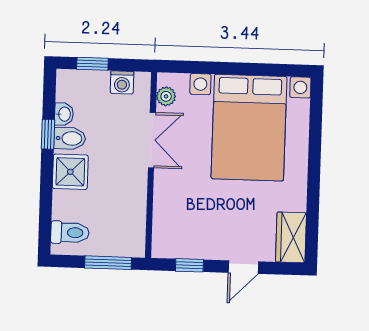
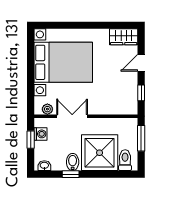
window: (92, 64) -> (31, 140), moved
washbasin: (64, 114) -> (44, 166), moved
shower: (70, 172) -> (100, 153), width x1.86, depth x1.86
door: (243, 267) -> (141, 63), swing flipped

